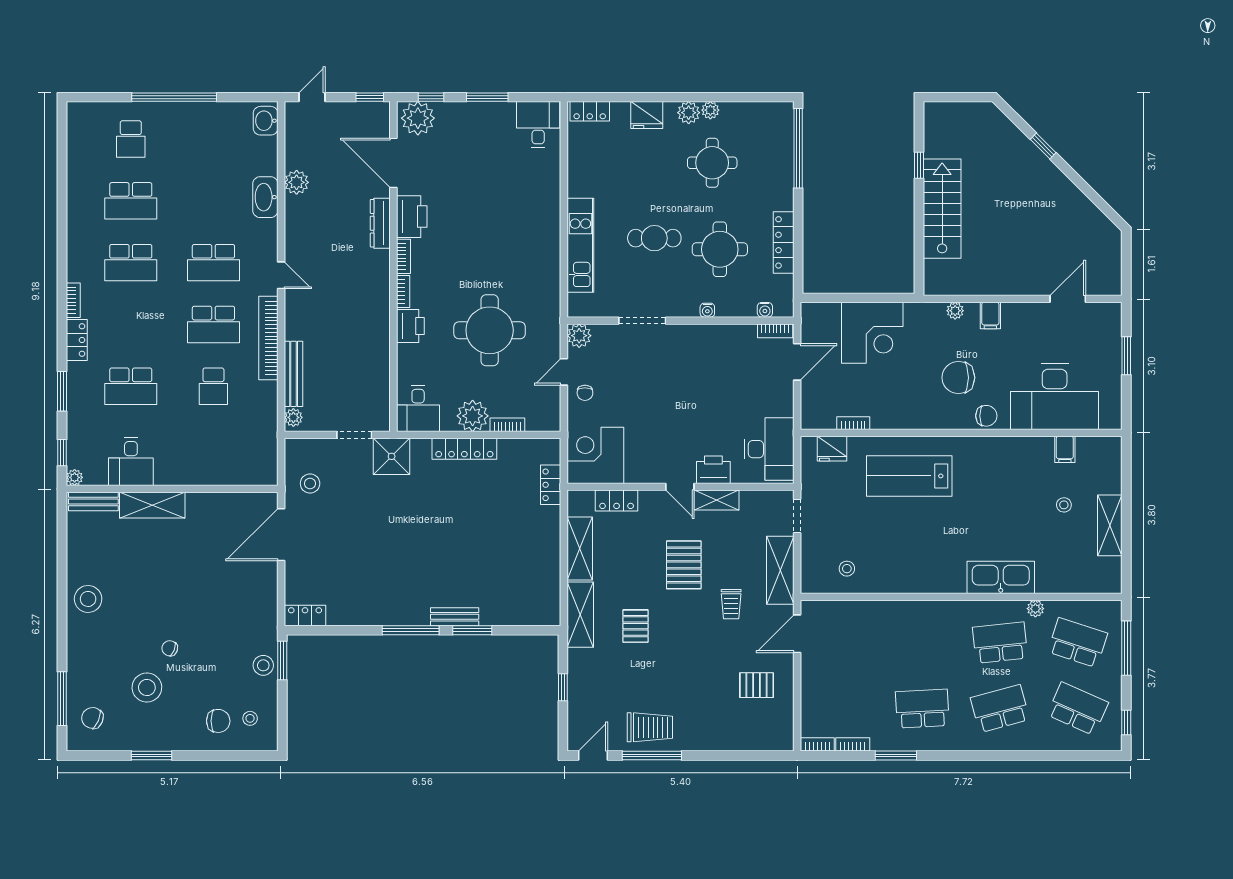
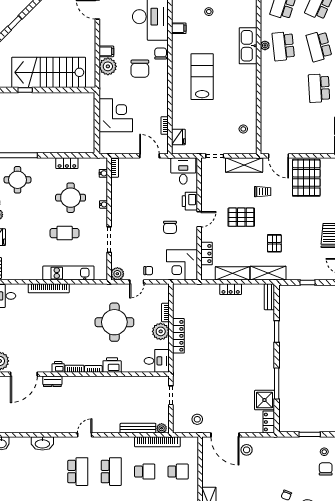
round table: (712, 163) -> (17, 180), moved
plant: (297, 182) -> (34, 427), removed
bookcase: (552, 209) -> (49, 288), added
stairs: (942, 209) -> (49, 72), width x1.36, depth x1.51
printer: (412, 217) -> (58, 367), width x0.53, depth x0.68
dresser: (380, 223) -> (52, 381), width x0.70
cafe table: (654, 238) -> (65, 233), turned 90
locker: (784, 242) -> (67, 163), width x0.66
plant: (955, 311) -> (108, 66), width x1.87, depth x1.87
bookcase: (268, 338) -> (157, 442), moved
door: (797, 362) -> (150, 156), moved
door: (564, 372) -> (137, 282), hinge flipped
chair: (665, 433) -> (170, 227), added
school desk: (213, 448) -> (178, 472), added
desk: (769, 449) -> (183, 171), width x0.73
filing cabinet: (1065, 449) -> (179, 28), moved
shower: (392, 456) -> (264, 400), moved
lab bench: (909, 476) -> (202, 77), moved, turned 180
locker: (551, 485) -> (231, 289), moved
shelving: (717, 500) -> (206, 199), removed
plant: (1035, 609) -> (265, 45), moved
bench: (455, 617) -> (269, 297), moved
pallet: (635, 626) -> (274, 243), turned 90
window: (411, 630) -> (277, 384), moved
window: (282, 661) -> (310, 434), moved
stool: (263, 665) -> (247, 450), moved
pallet: (757, 685) -> (306, 178), width x2.05, depth x2.00

